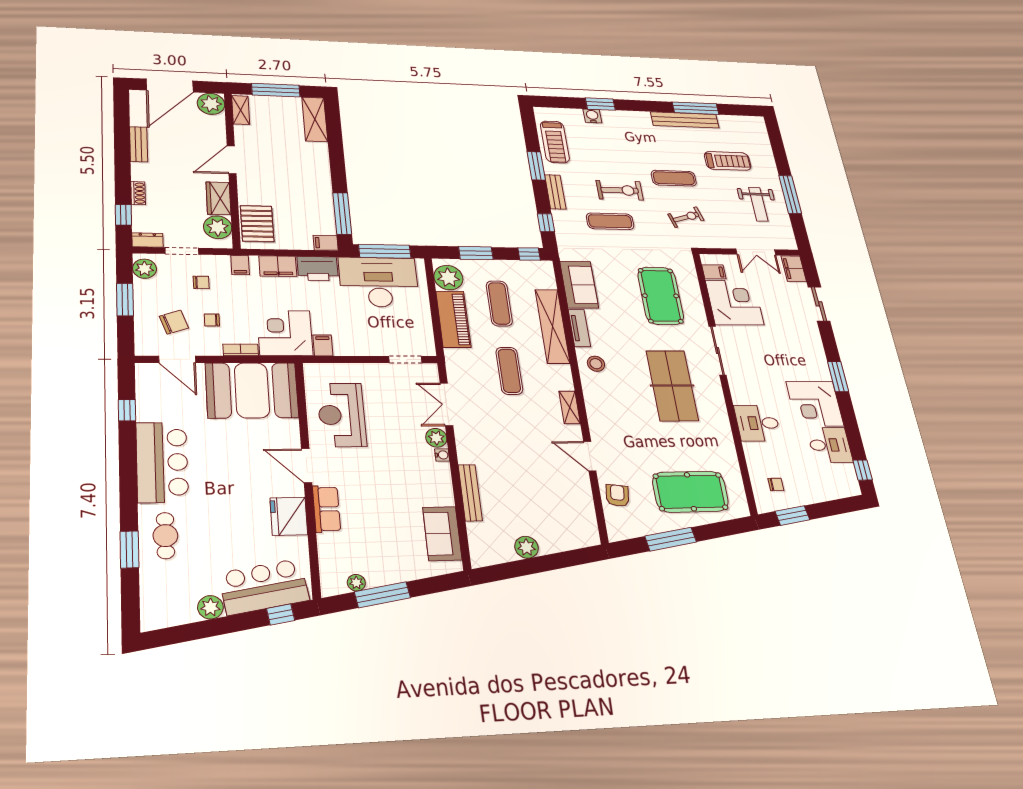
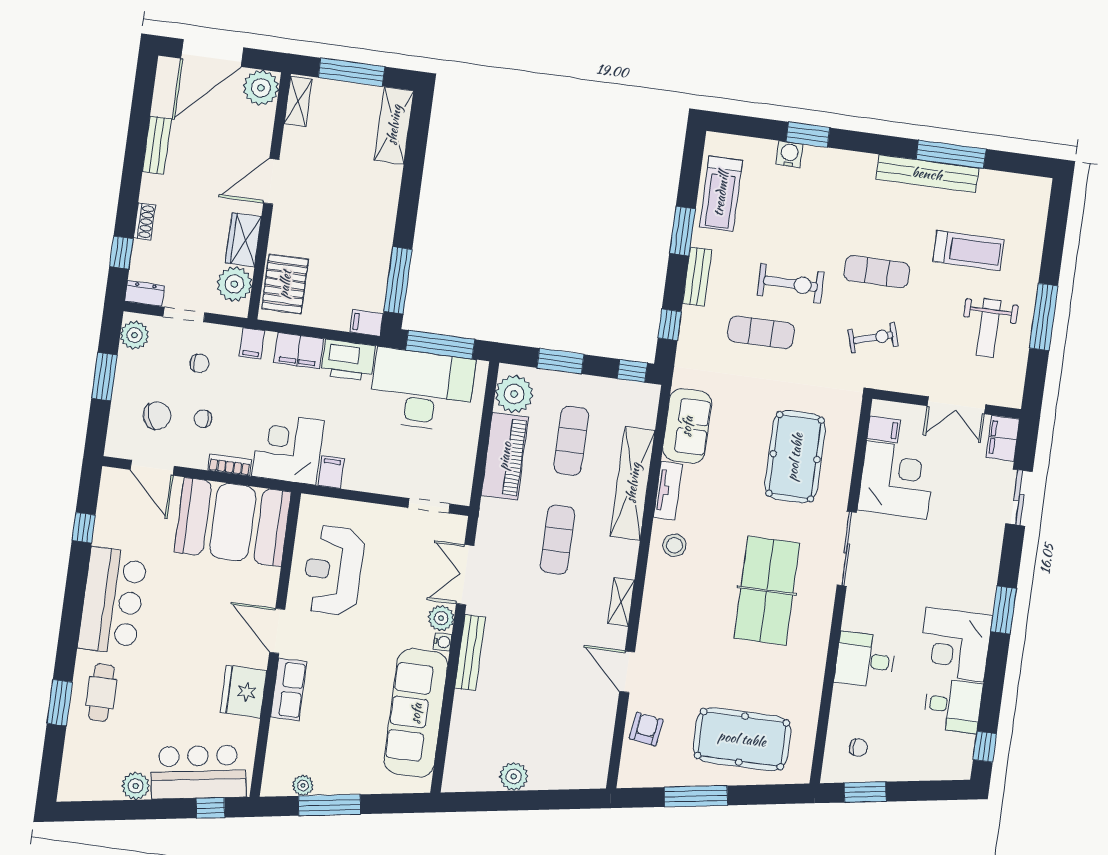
bench: (470, 493) -> (470, 653), moved
sofa: (442, 534) -> (416, 713), width x1.85, depth x1.27

